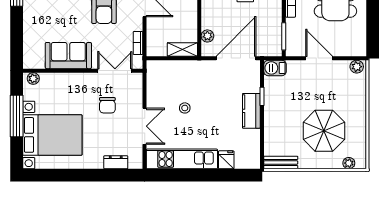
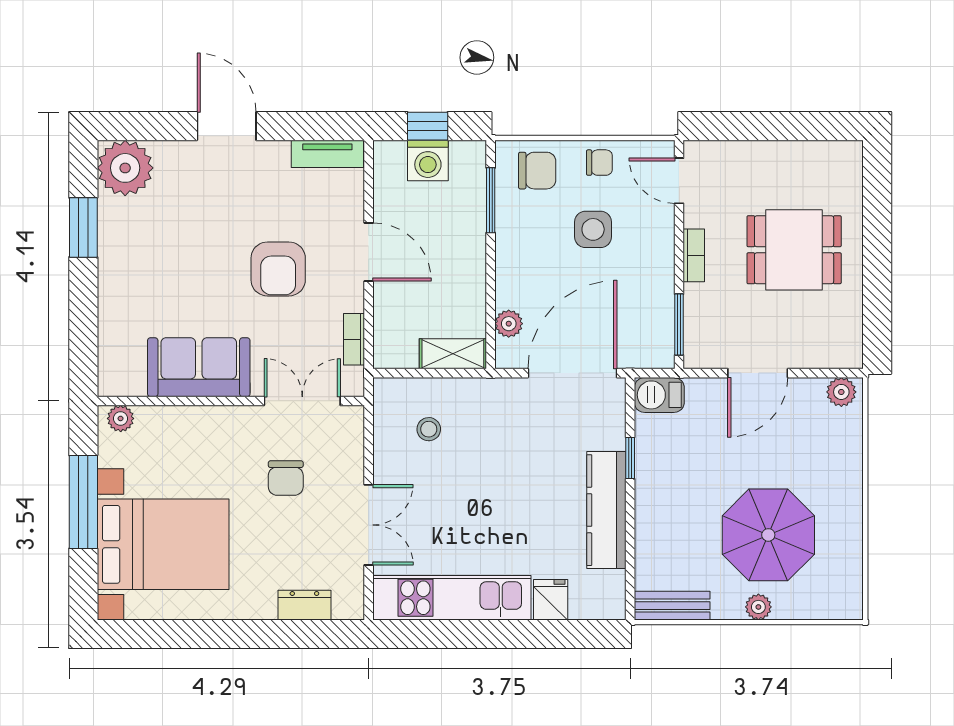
door: (319, 58) -> (758, 373), swing flipped
stool: (185, 108) -> (429, 429), moved
kitchen counter: (251, 111) -> (606, 510), width x1.50
plant: (349, 163) -> (758, 607), moved

